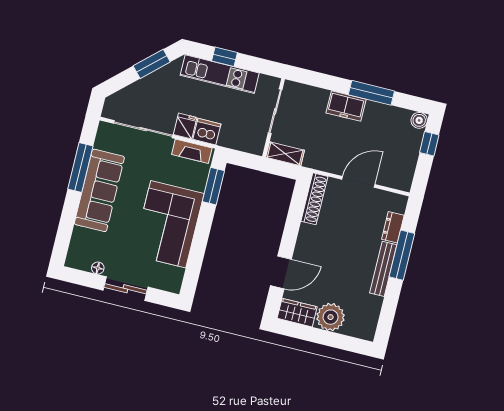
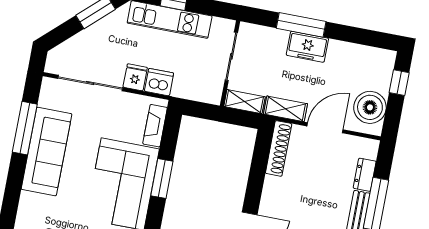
window: (371, 93) -> (301, 25), moved
boiler: (419, 120) -> (370, 107), moved, width x1.86, depth x1.86
fireplace: (192, 151) -> (155, 126), moved, turned 90
shelving: (323, 162) -> (285, 109), added
window: (213, 186) -> (162, 178), moved

